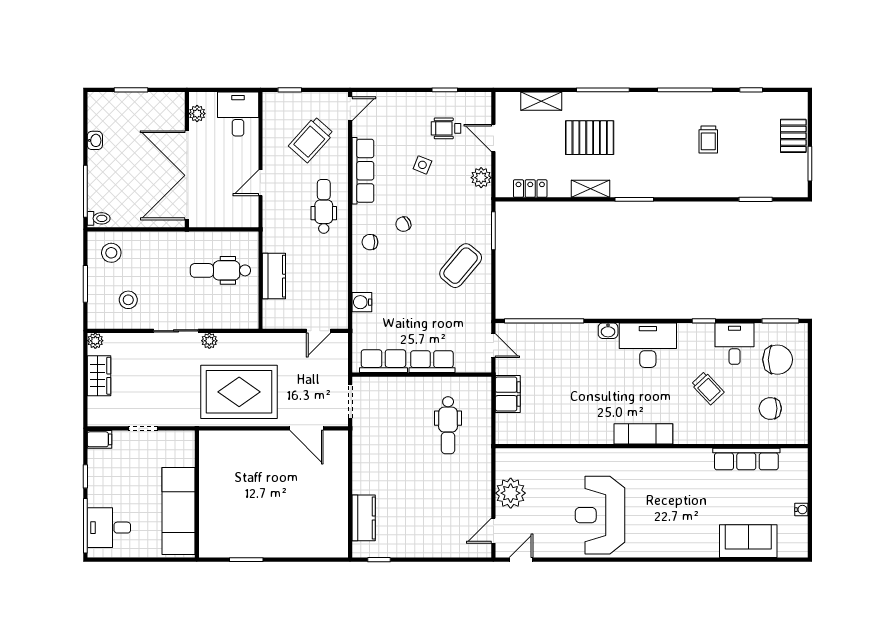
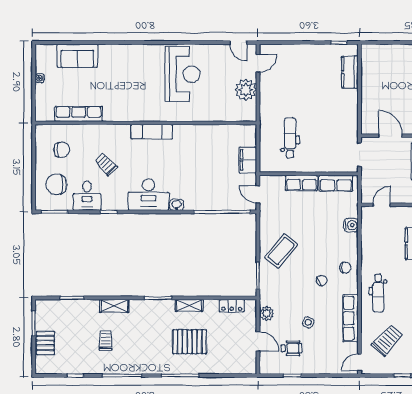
shelving: (541, 101) -> (114, 306), moved
door: (521, 560) -> (238, 43), hinge flipped

